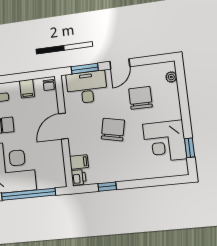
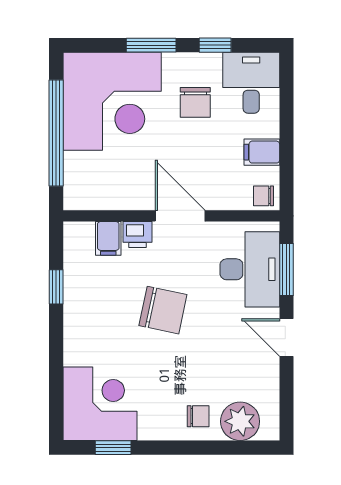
plant: (171, 77) -> (240, 421), width x1.87, depth x1.87
chair: (141, 98) -> (198, 416), moved, width x0.54, depth x0.54
corner desk: (165, 141) -> (100, 404), moved, turned 90
printer: (79, 177) -> (138, 234), moved

